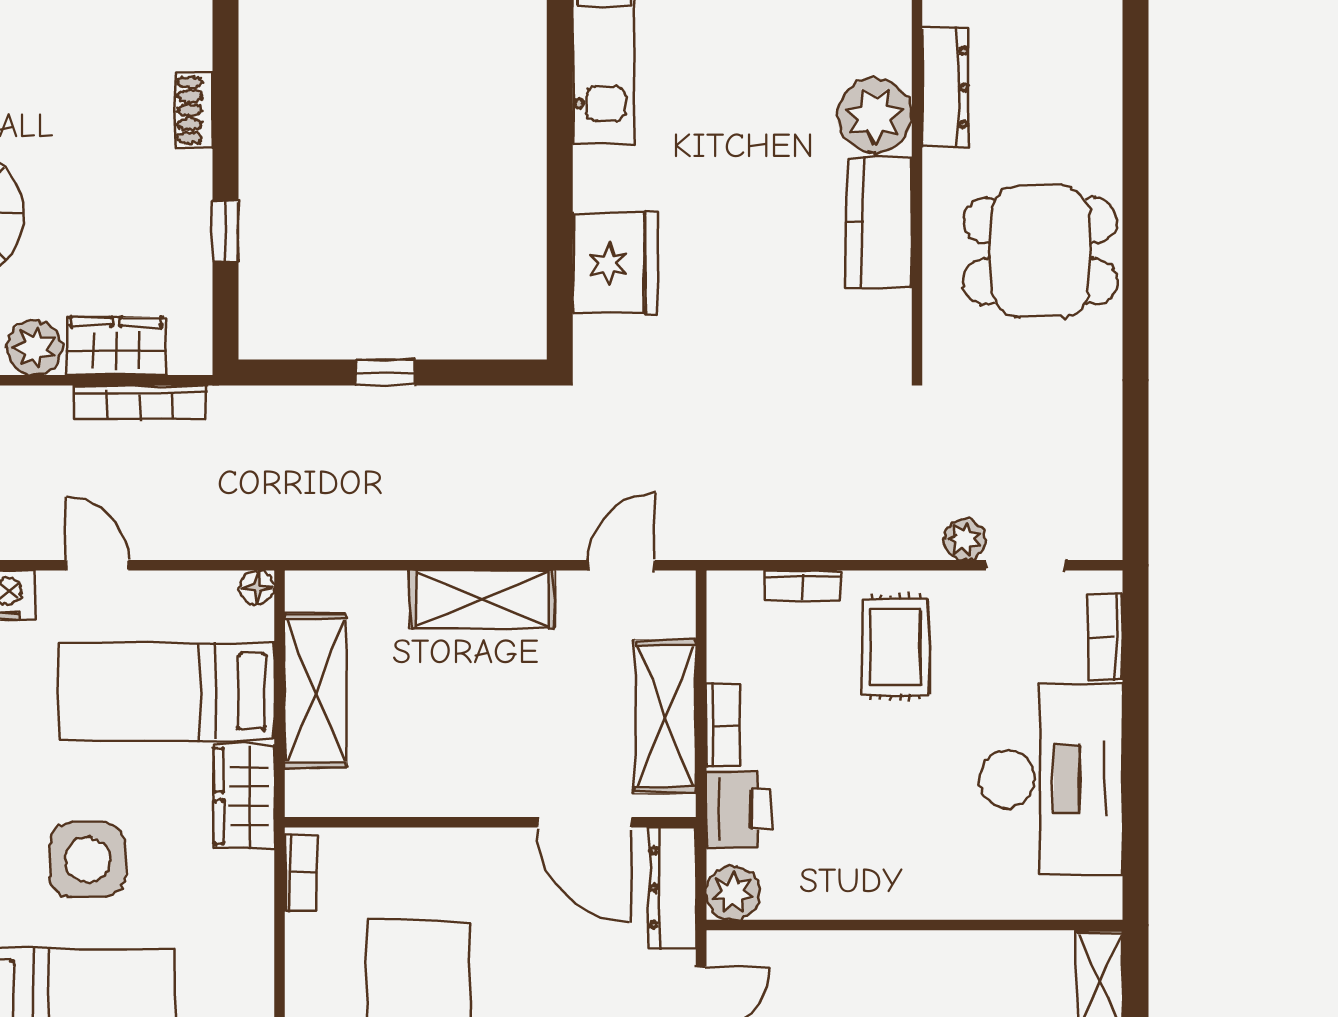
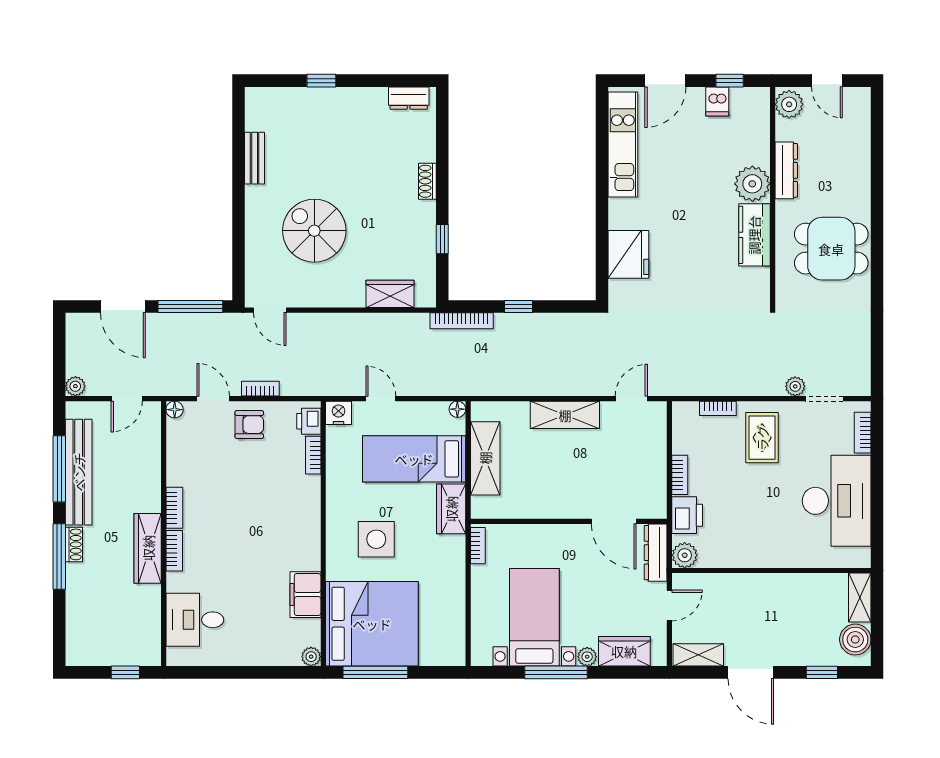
plant: (35, 348) -> (351, 295), removed
bookcase: (140, 402) -> (462, 321), moved
shelving: (665, 717) -> (652, 471), removed

